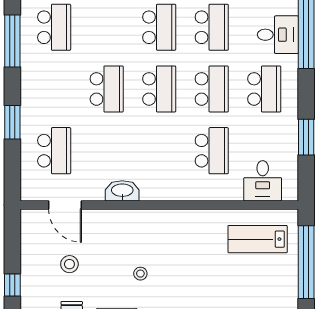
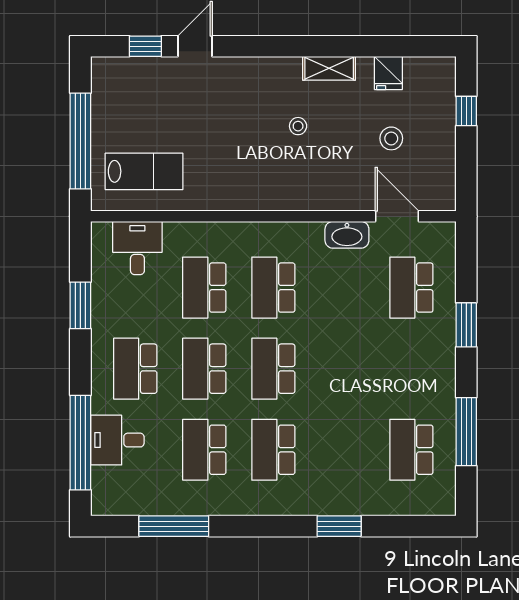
school desk: (107, 89) -> (273, 288), moved
washbasin: (122, 191) -> (347, 235), moved

